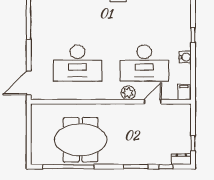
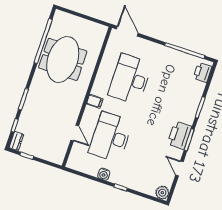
filing cabinet: (184, 92) -> (95, 101), moved
plant: (128, 93) -> (90, 114), removed

